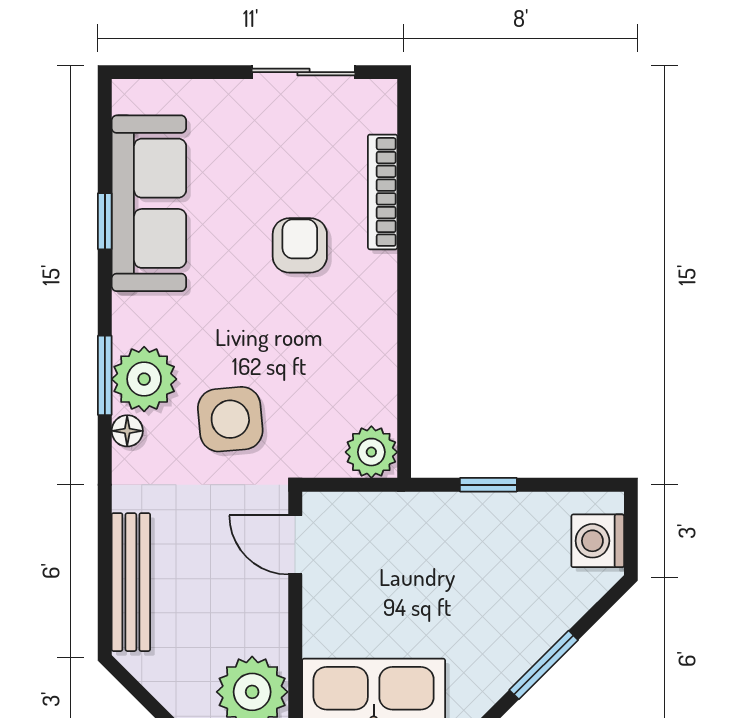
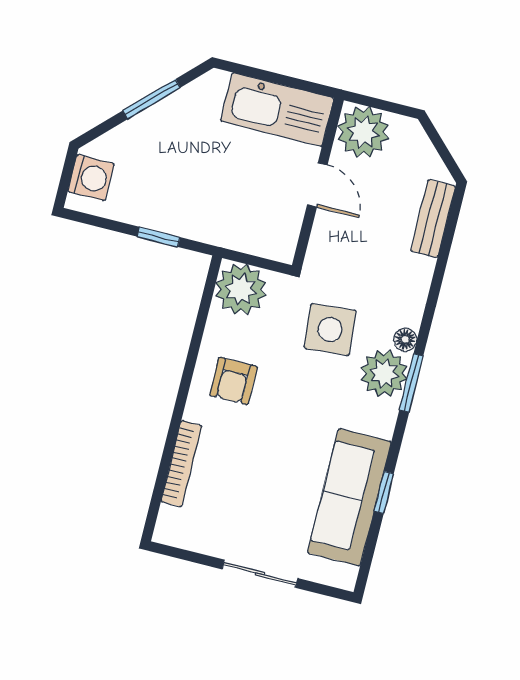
sliding door: (303, 72) -> (260, 574), moved
armchair: (300, 245) -> (233, 381), moved
plant: (371, 452) -> (241, 289), width x1.36, depth x1.36
door: (295, 545) -> (317, 185), moved
bench: (131, 582) -> (433, 219), width x0.73

